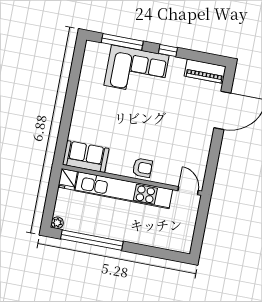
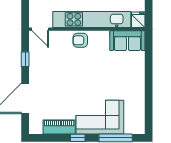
piano: (205, 71) -> (59, 127), moved
window: (213, 158) -> (25, 59), added

